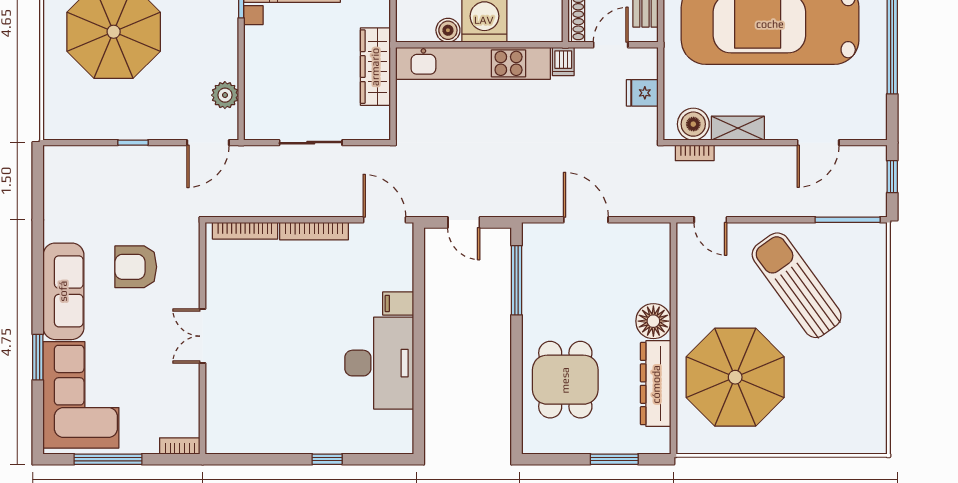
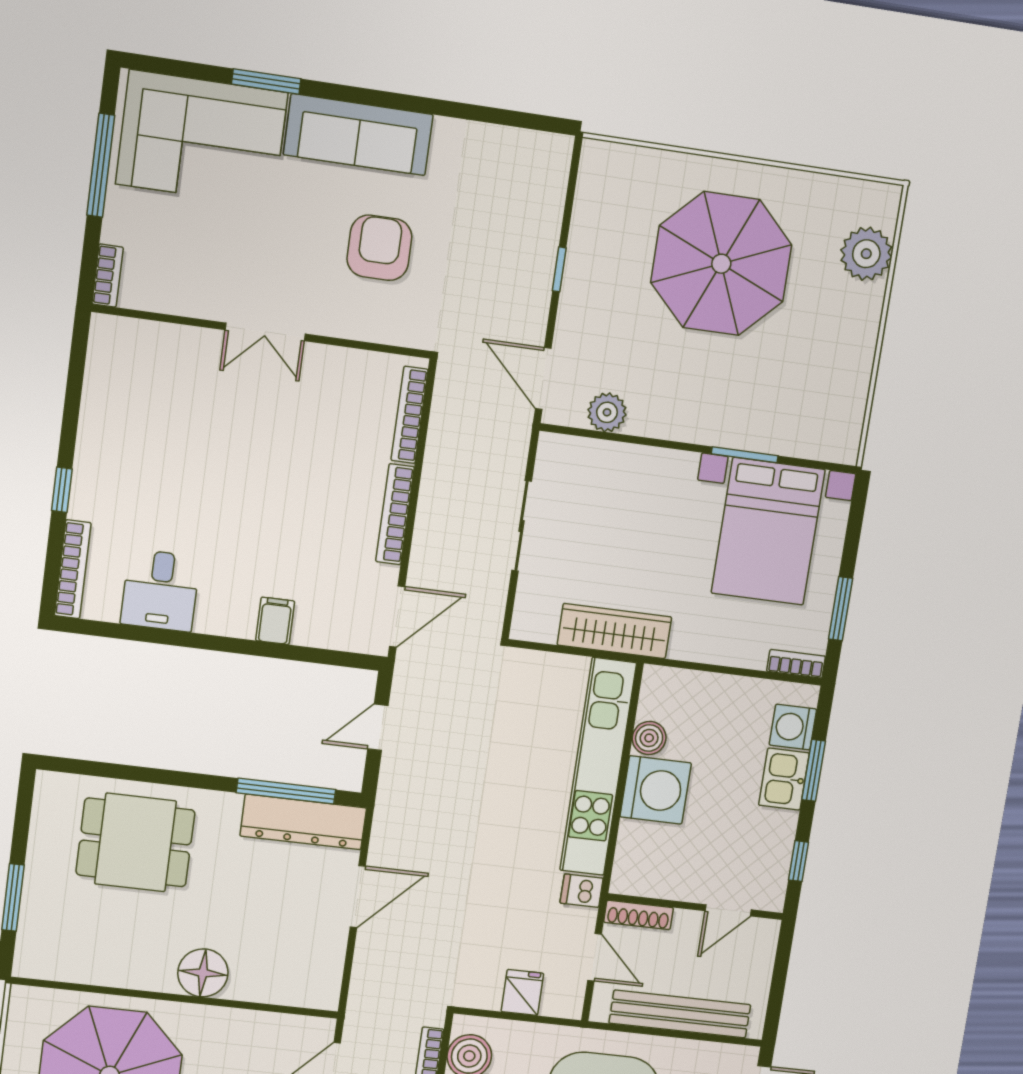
double door: (203, 336) -> (265, 332), swing flipped
desk: (379, 363) -> (160, 590), width x0.53, depth x0.77
dresser: (656, 384) -> (303, 822), moved, turned 180
bookcase: (380, 445) -> (73, 569), added

